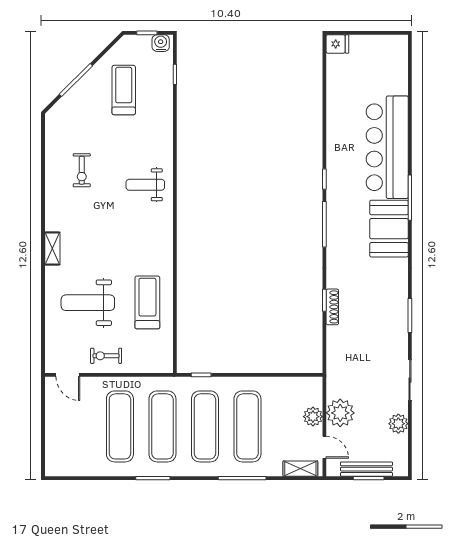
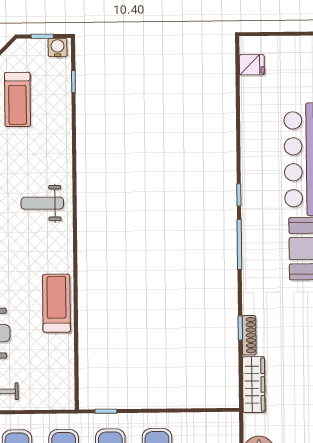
fridge: (337, 44) -> (252, 65), moved
treadmill: (124, 90) -> (18, 99), turned 180
treadmill: (147, 302) -> (56, 303), moved
wardrobe: (336, 352) -> (254, 385), added

